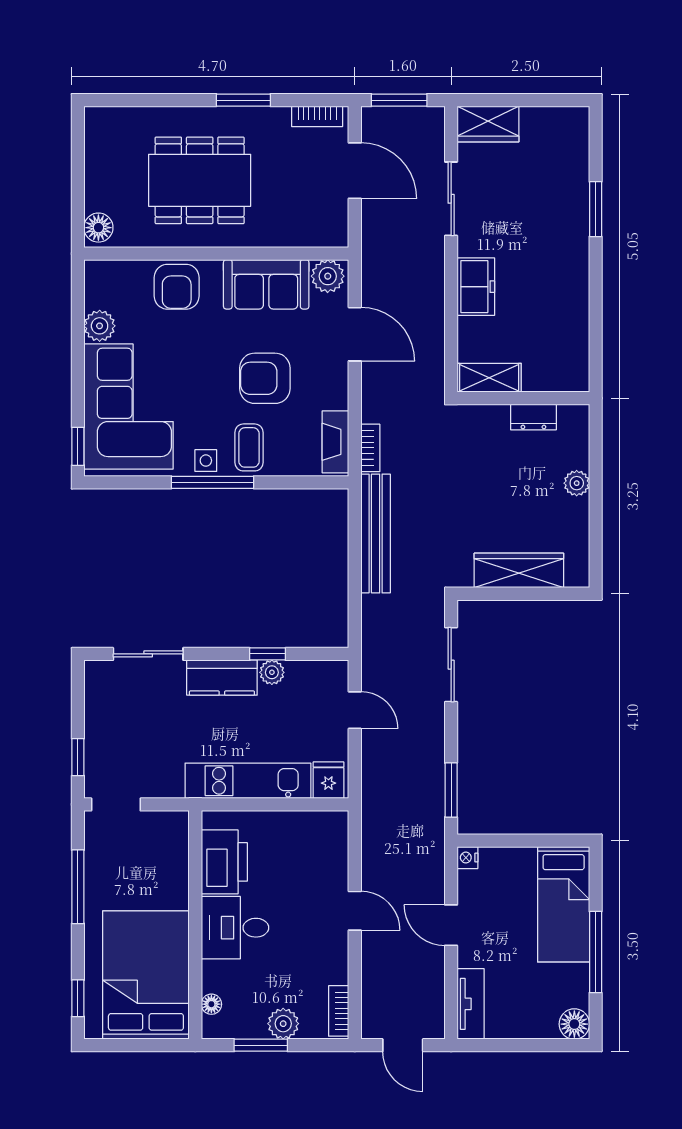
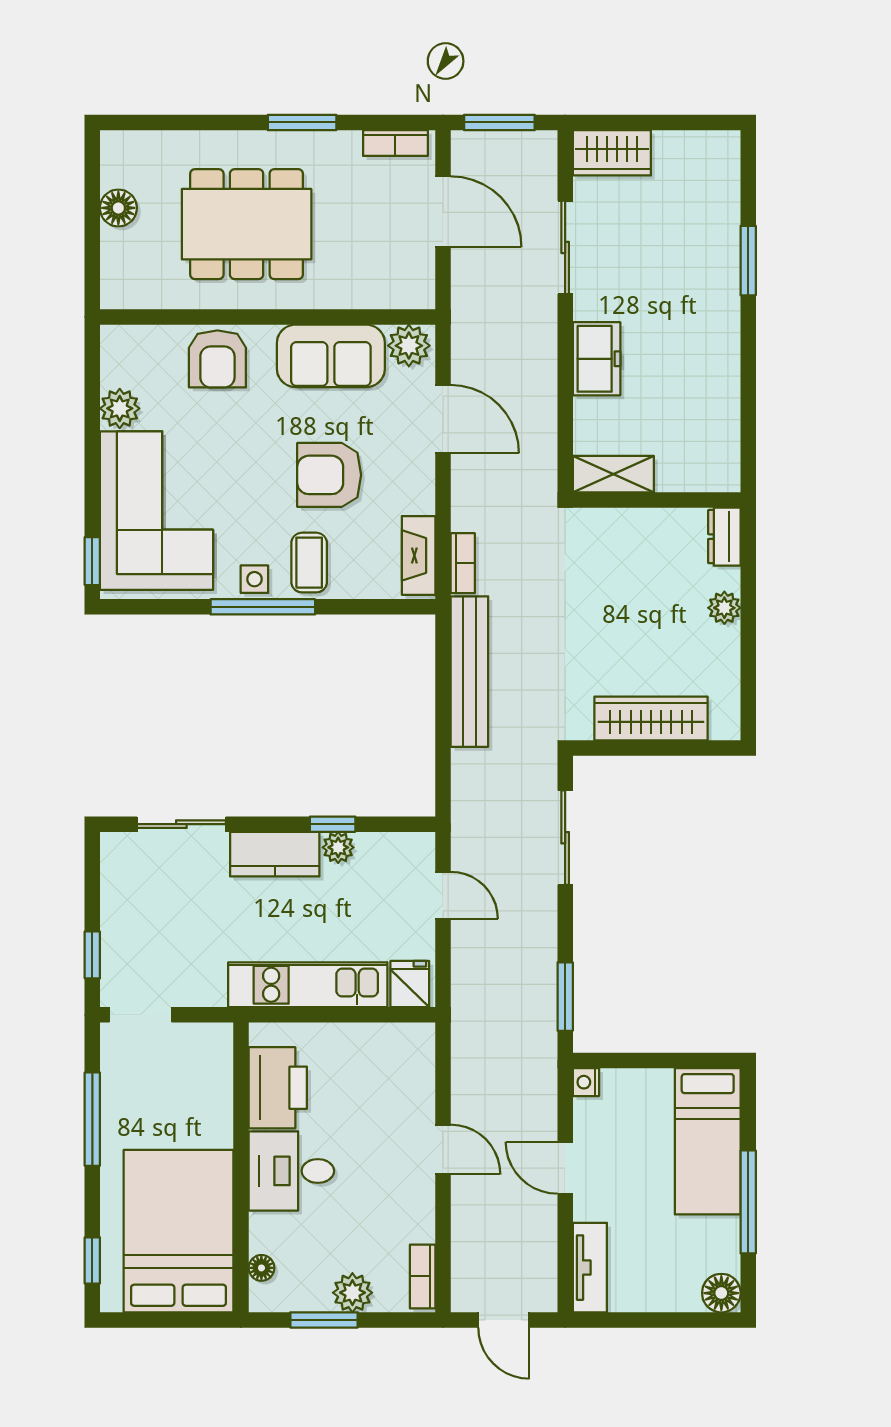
floor lamp: (98, 228) -> (118, 208), moved
dresser: (533, 417) -> (724, 537), moved, turned 90

